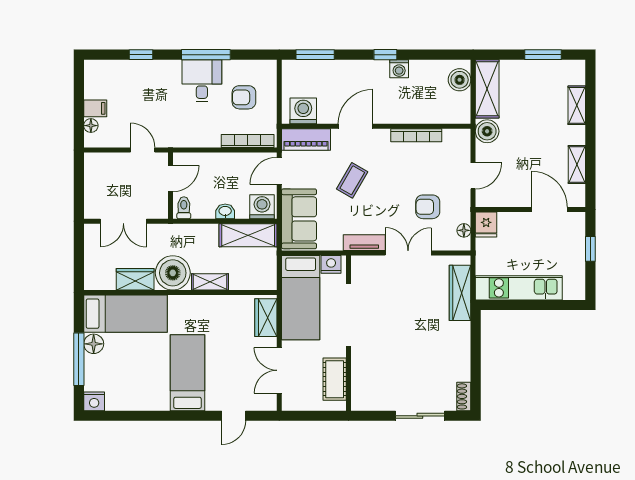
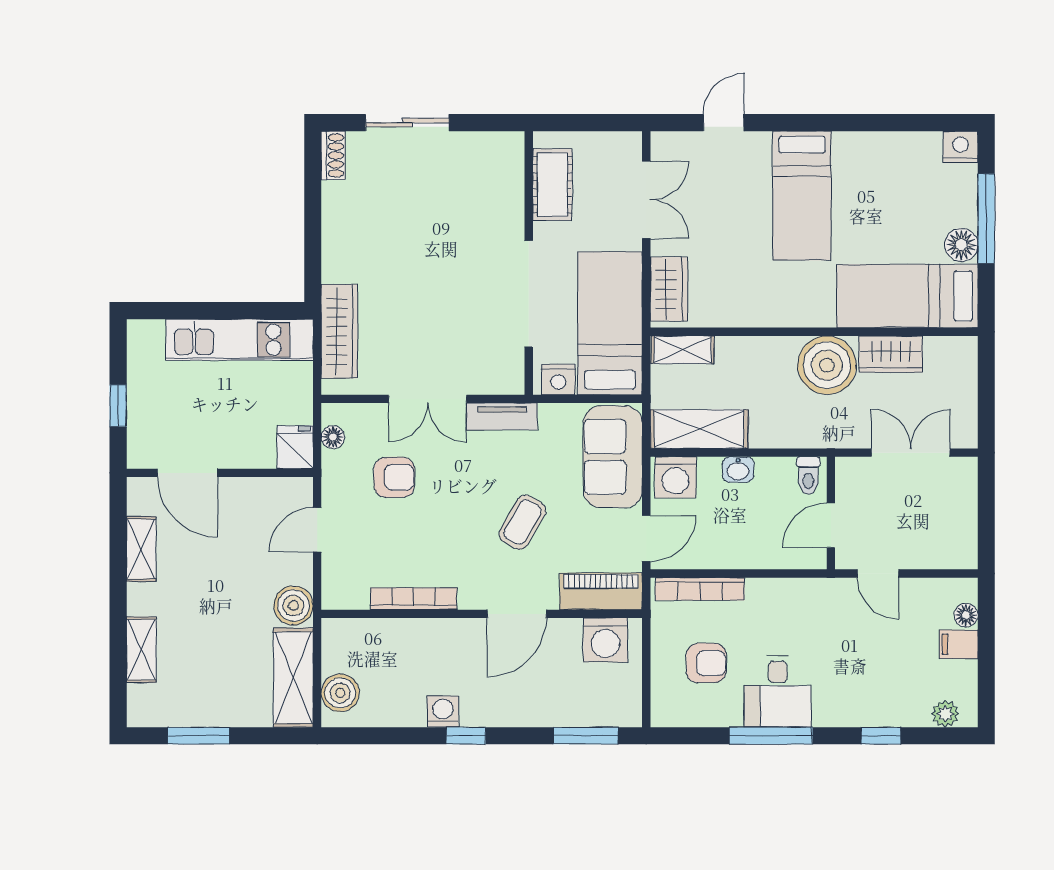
plant: (103, 67) -> (945, 714), added
shelving: (210, 282) -> (683, 350), moved

